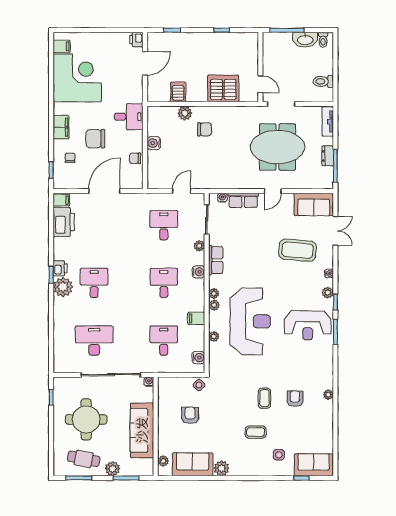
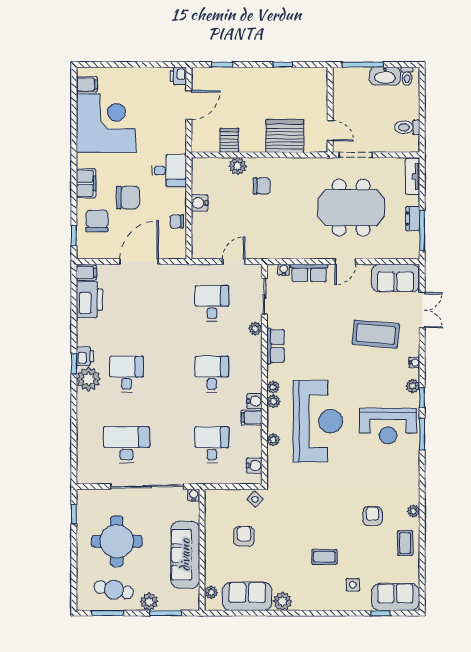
chair: (95, 139) -> (128, 197), turned 180
chair: (70, 158) -> (97, 221), width x1.87, depth x1.87
water cooler: (199, 272) -> (254, 401), moved
coffee table: (264, 398) -> (405, 543), moved

